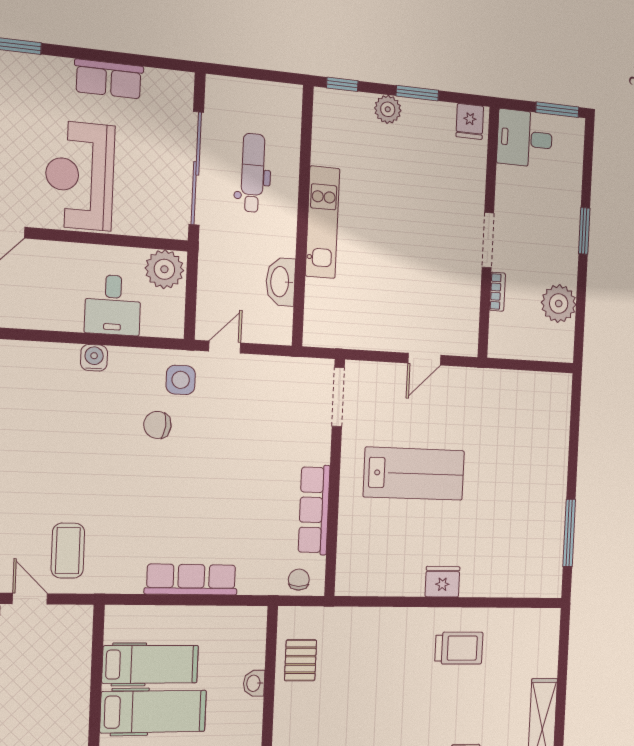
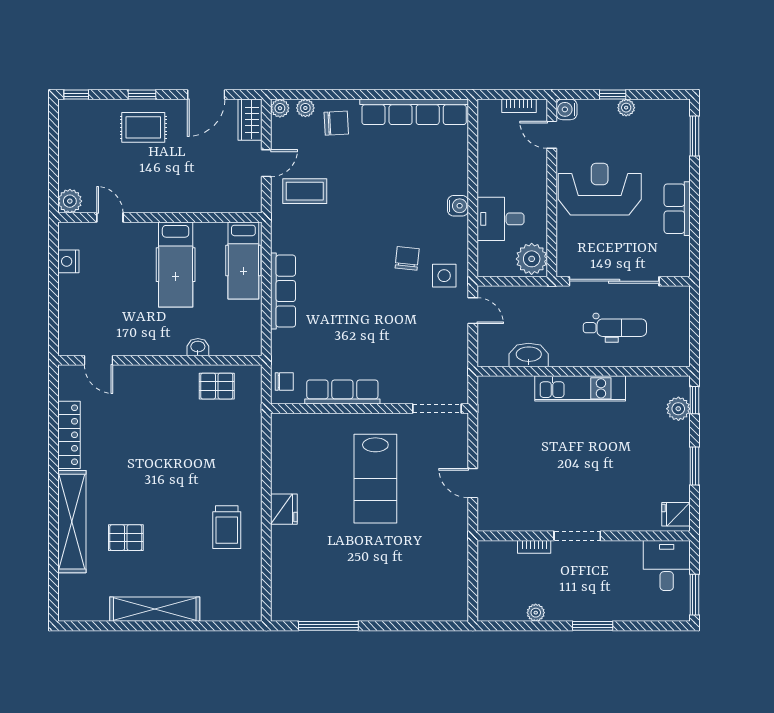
plant: (388, 109) -> (678, 409), moved
plant: (559, 304) -> (536, 613), width x0.53, depth x0.53
hospital bed: (150, 664) -> (243, 260), moved

